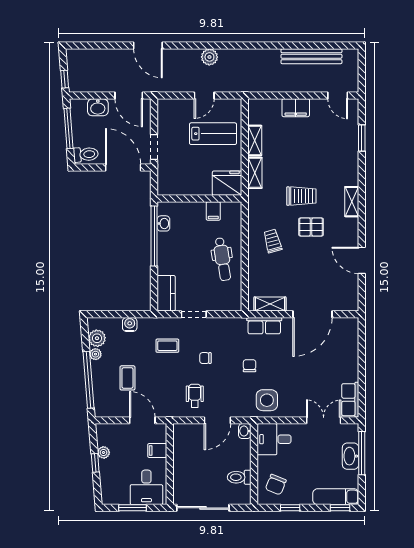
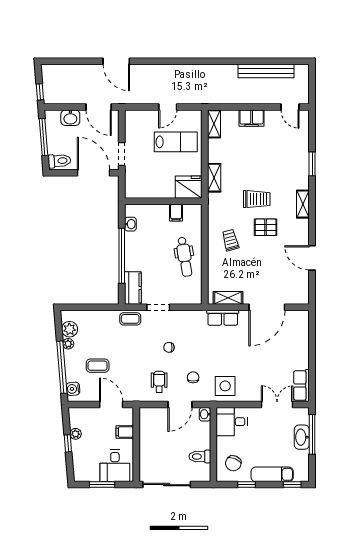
plant: (209, 57) -> (173, 72), removed
window: (362, 138) -> (312, 164), moved
shelving: (255, 140) -> (214, 124), moved
window: (154, 236) -> (122, 256), moved
water cooler: (130, 324) -> (73, 389), moved, turned -95
coffee table: (167, 346) -> (130, 319), moved
chair: (250, 366) -> (193, 377), moved
coffee table: (127, 378) -> (98, 366), turned 90
exam couch: (336, 497) -> (272, 474), moved

